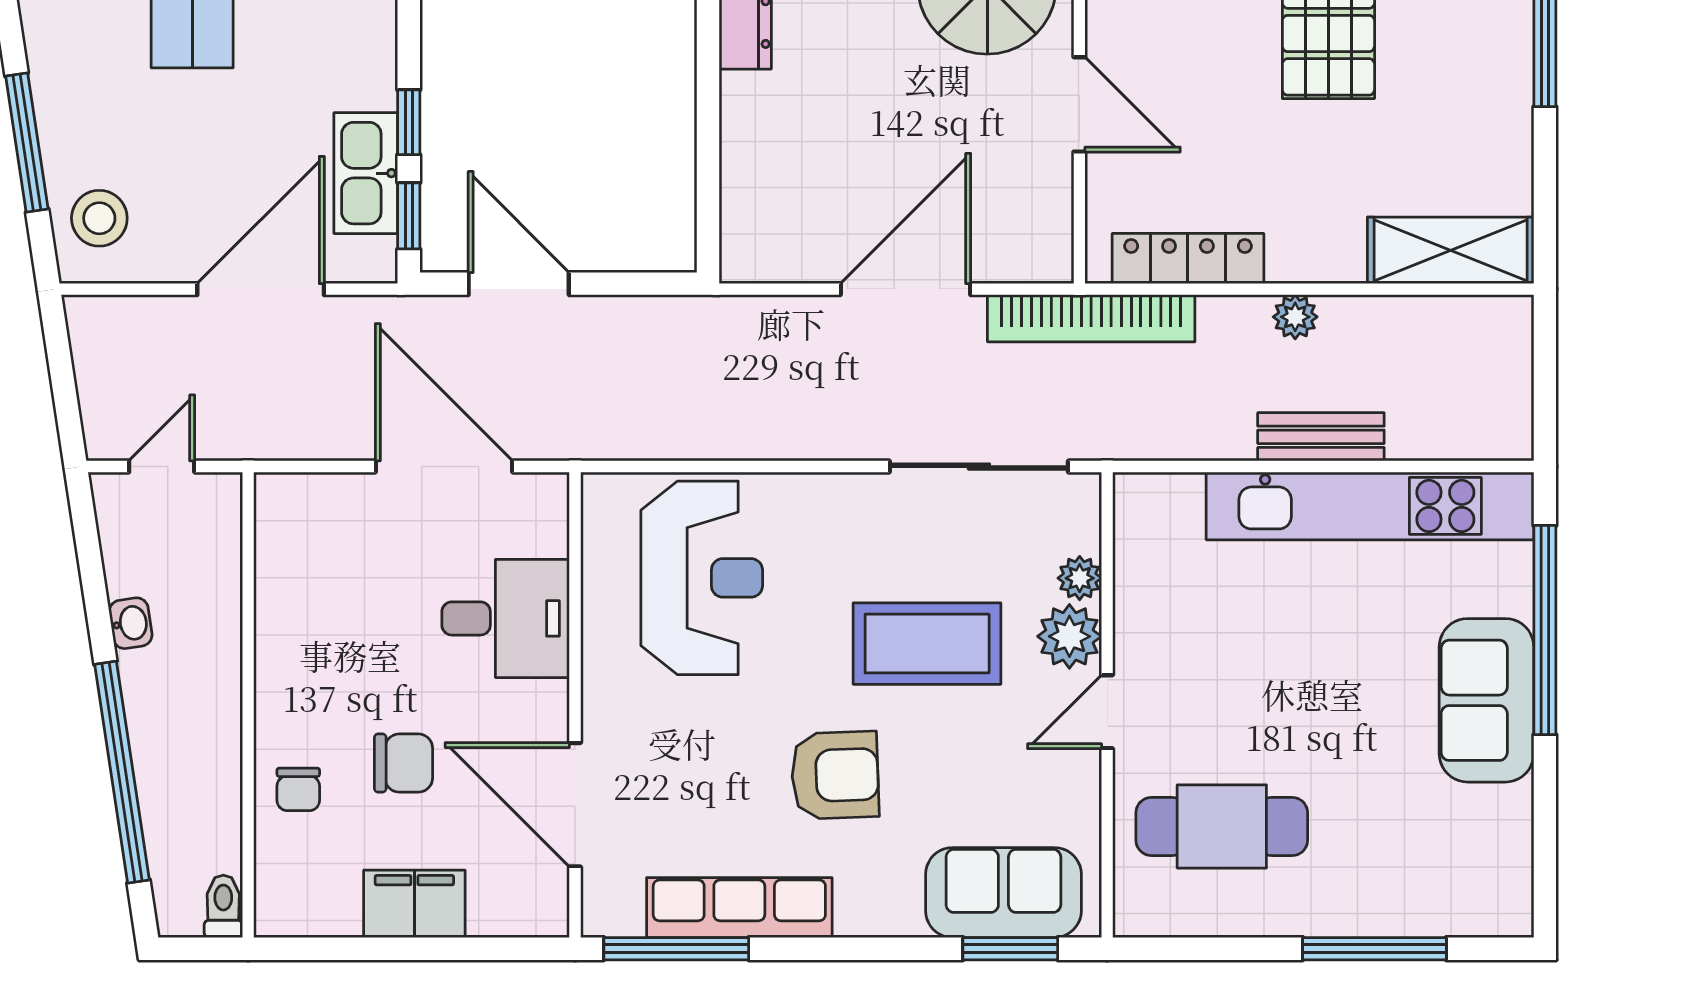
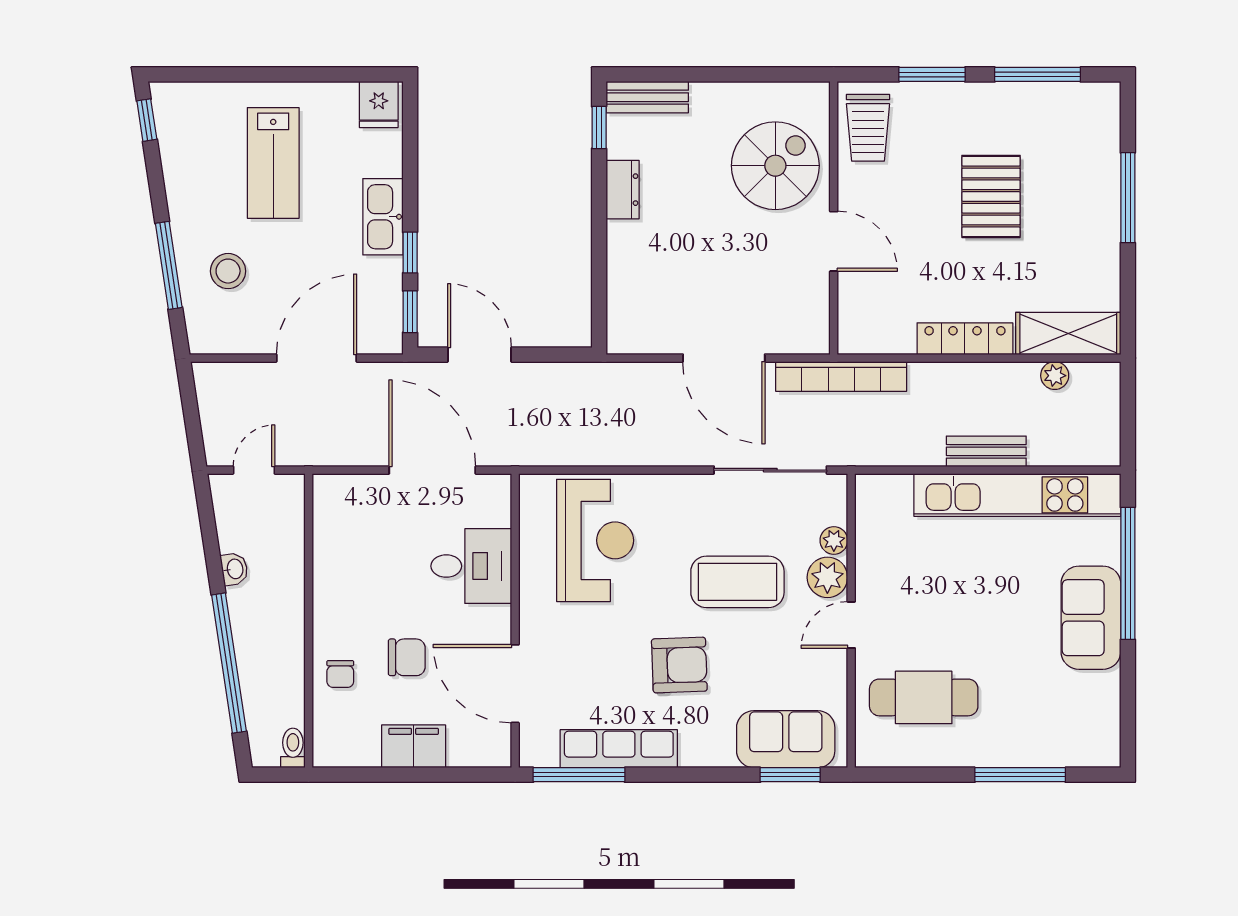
kitchen sink: (366, 173) -> (383, 217), moved
stool: (99, 218) -> (228, 271), moved
locker: (1188, 259) -> (965, 339), moved
door: (905, 289) -> (724, 358), swing flipped
plant: (1295, 317) -> (1055, 376), moved

